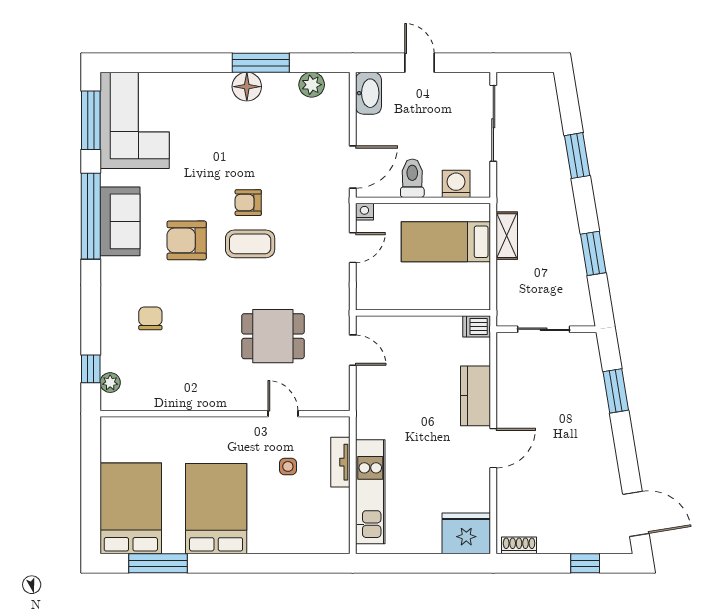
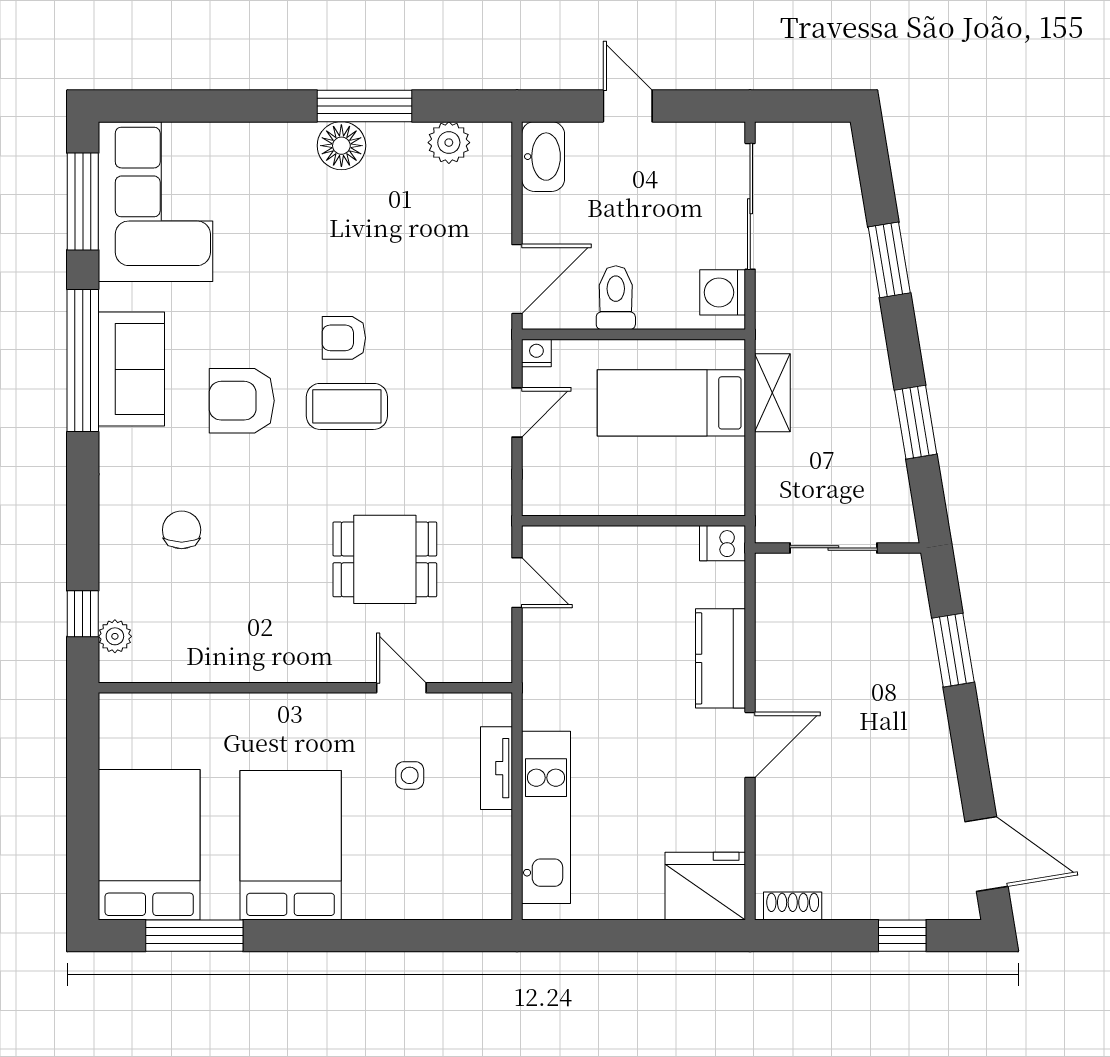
washing machine: (456, 184) -> (723, 292), moved, turned -90

